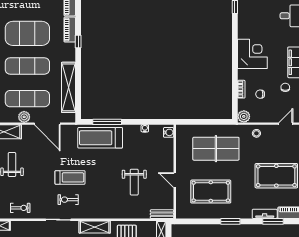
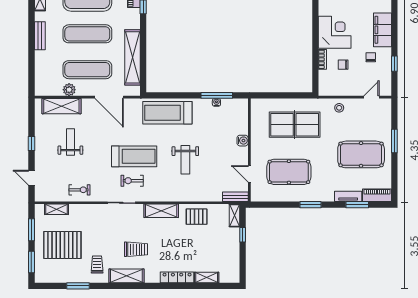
corner desk: (252, 54) -> (335, 32), moved
plant: (244, 116) -> (325, 89), removed
plant: (24, 117) -> (69, 90), moved
window: (107, 122) -> (217, 95), moved
water cooler: (169, 132) -> (243, 141), moved
treadmill: (70, 177) -> (134, 156), width x1.37, depth x1.38
door: (175, 180) -> (249, 174), moved
weight bench: (134, 182) -> (185, 160), moved

